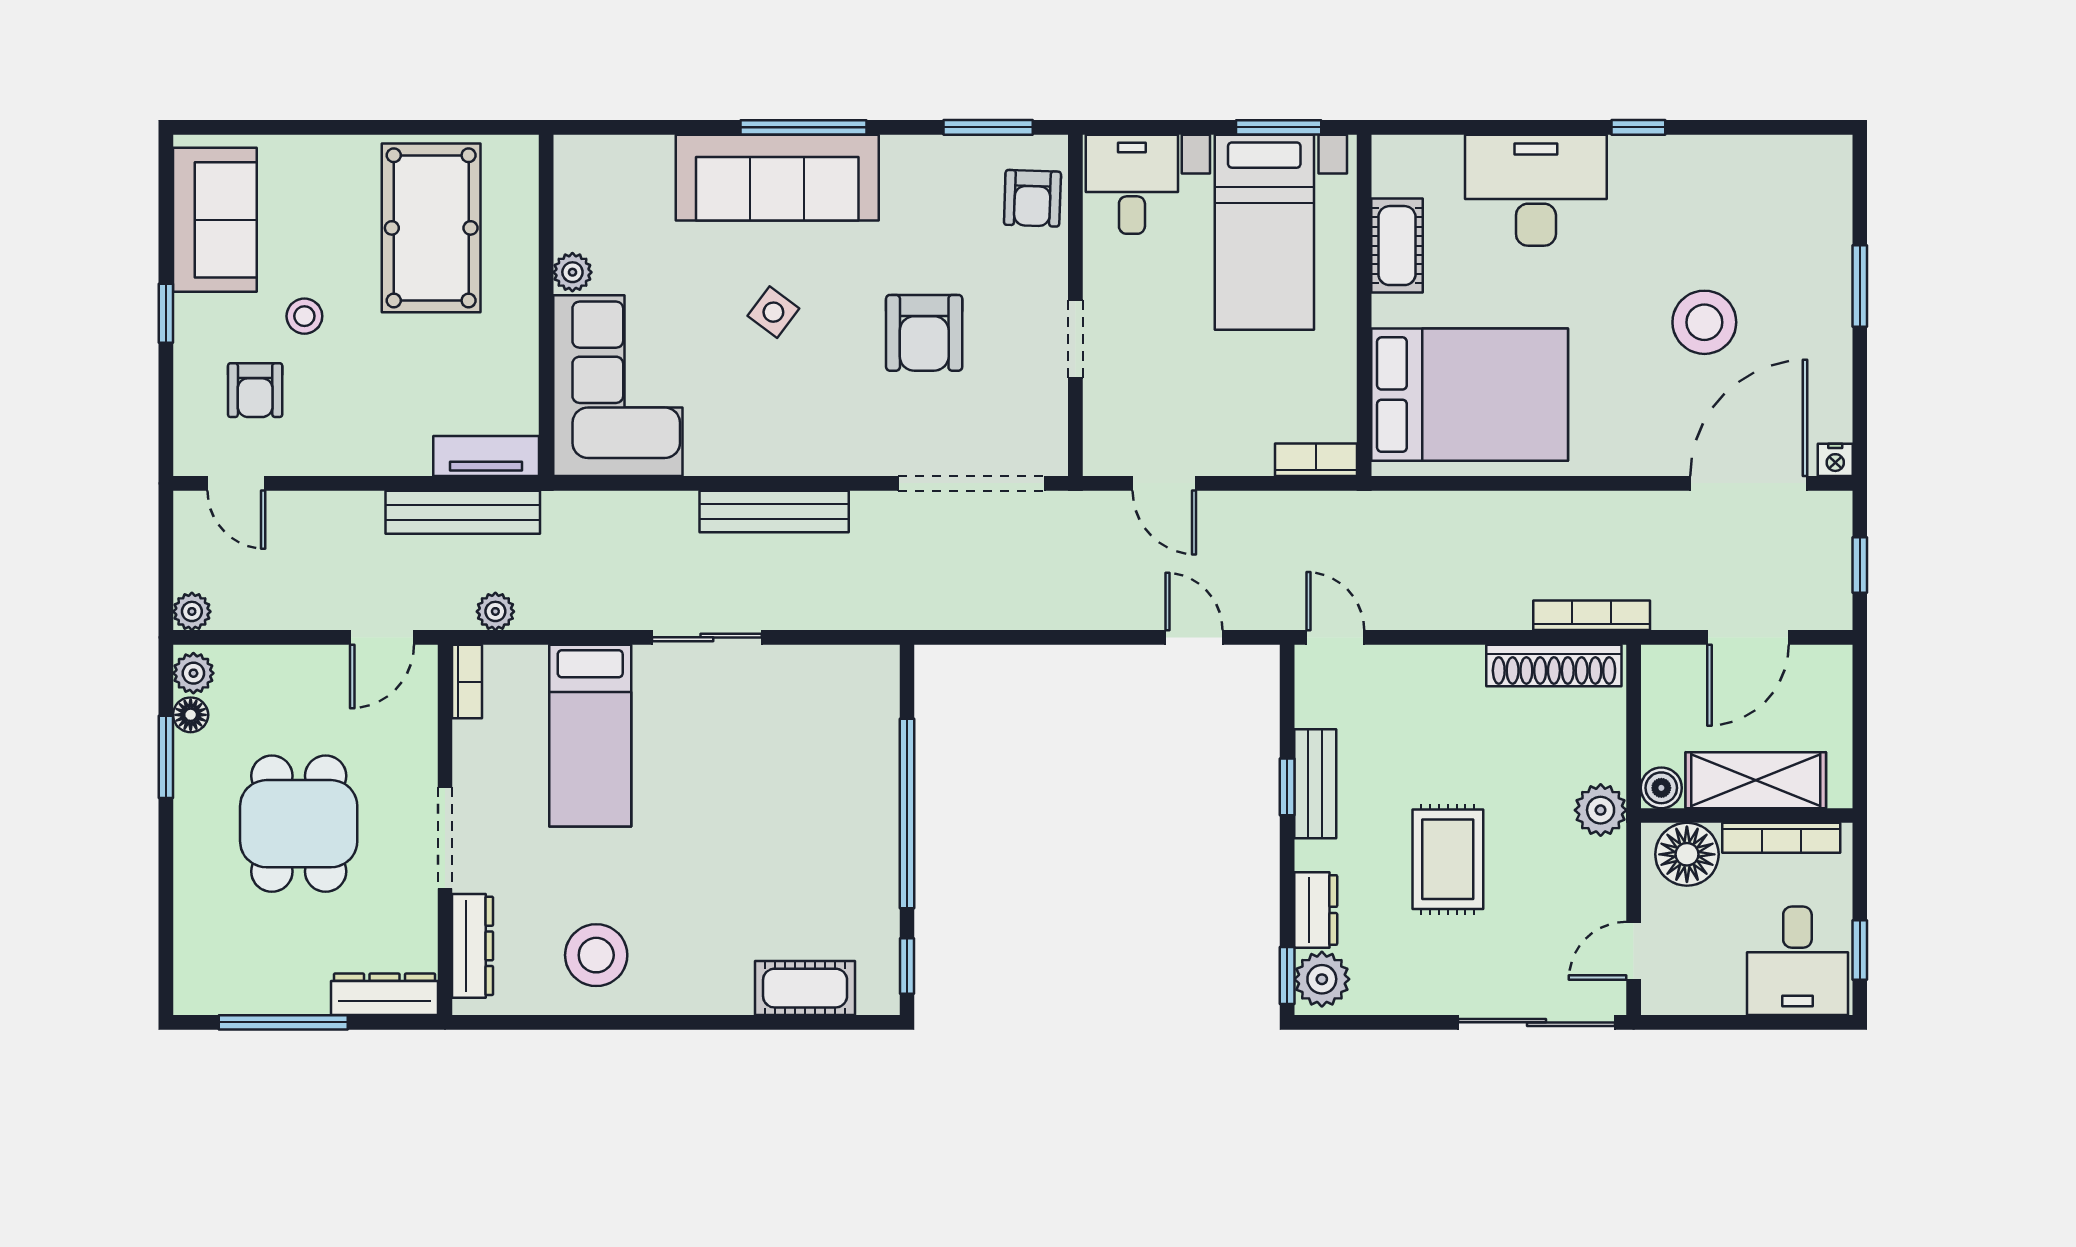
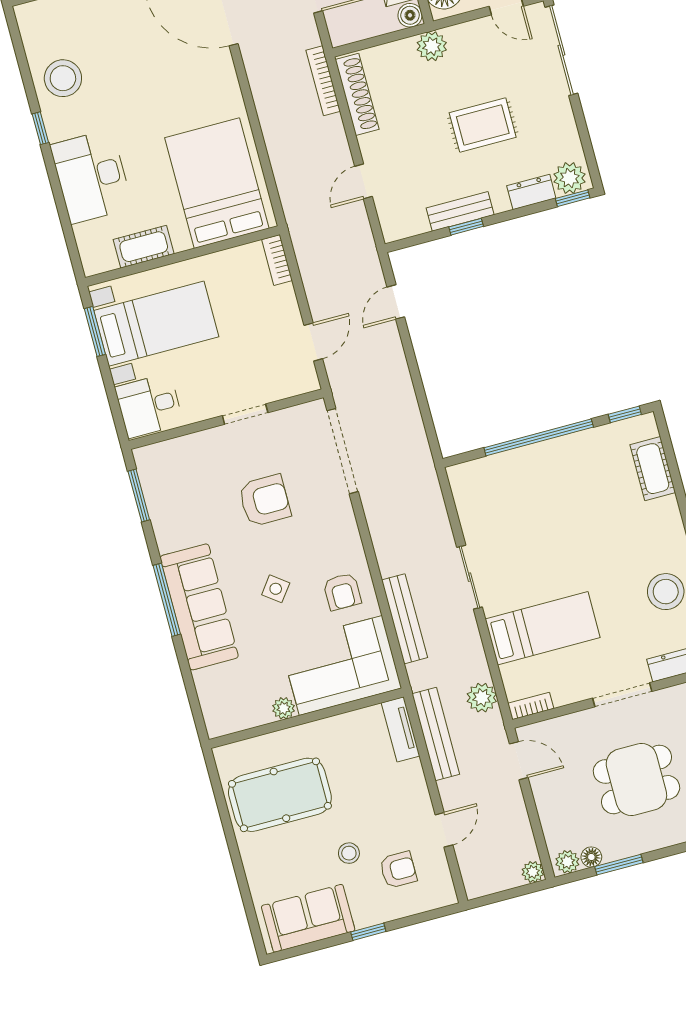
armchair: (1032, 198) -> (342, 592), moved, turned 88
stool: (1704, 322) -> (63, 78), moved
door: (236, 483) -> (444, 830), moved
bench: (774, 512) -> (404, 619), moved
plant: (495, 611) -> (482, 698), width x1.38, depth x1.38
door: (1335, 637) -> (363, 181), moved

